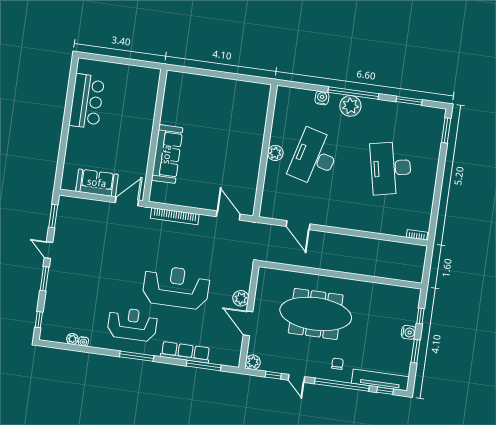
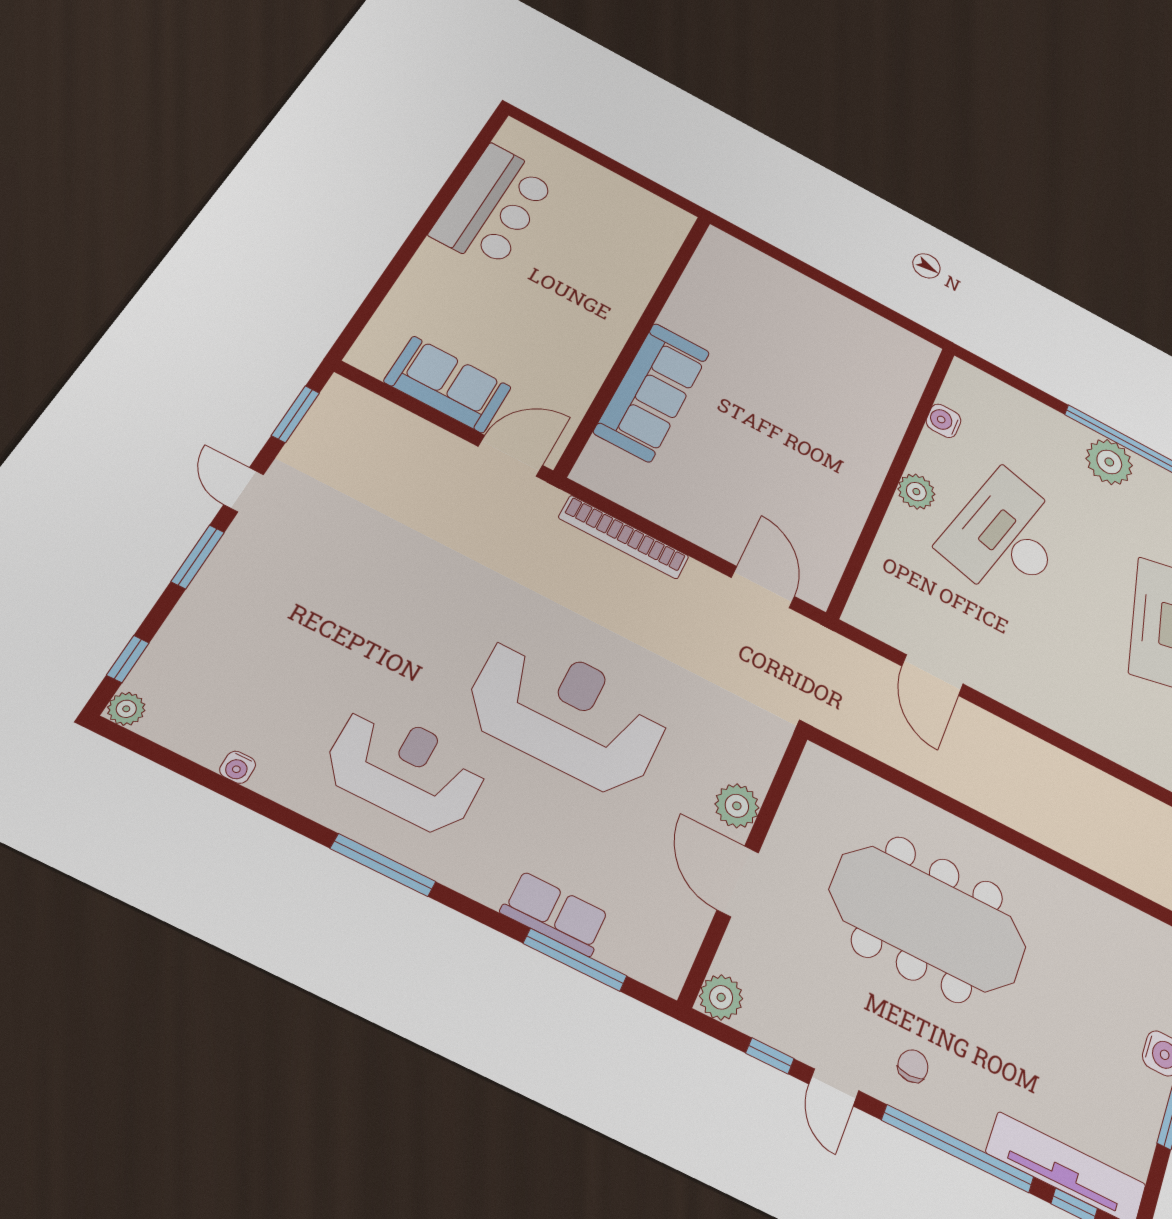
water cooler: (322, 98) -> (943, 421), moved, turned -90
plant: (72, 339) -> (126, 709), moved
row of seats: (185, 352) -> (555, 913), width x0.68
chair: (337, 364) -> (913, 1066), moved

